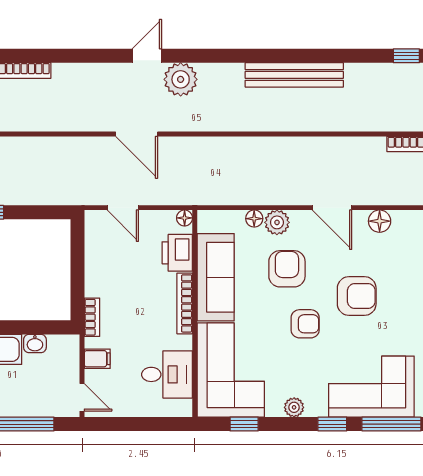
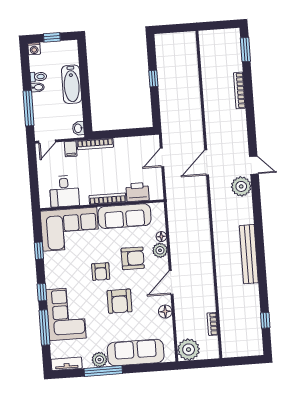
floor lamp: (185, 218) -> (159, 195), removed
bookcase: (92, 317) -> (95, 144), width x1.56
washbasin: (35, 343) -> (78, 128), moved
plant: (294, 407) -> (50, 269), removed
window: (244, 424) -> (39, 251), moved

